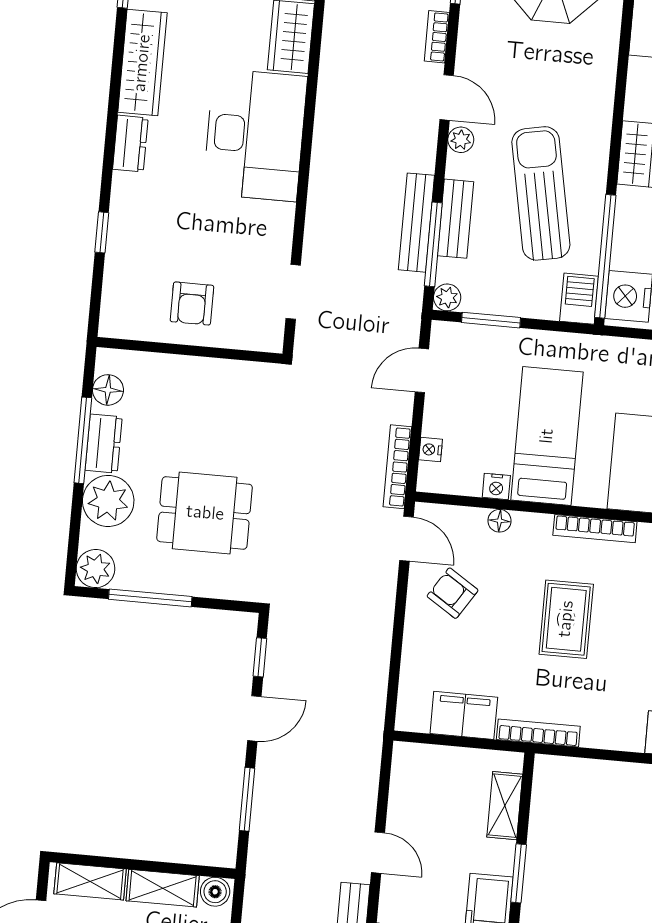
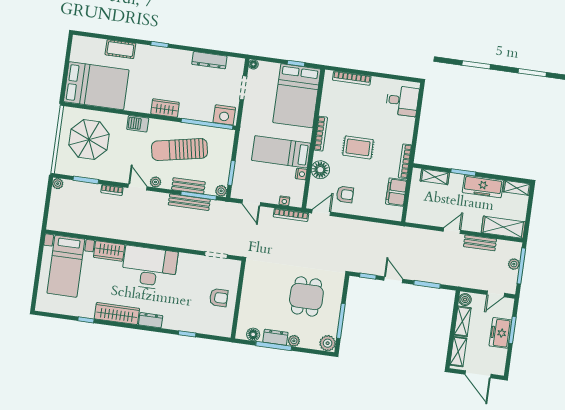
door: (447, 97) -> (138, 187), hinge flipped
barbecue: (579, 299) -> (138, 124), moved
plant: (108, 501) -> (294, 341), width x0.53, depth x0.53
floor lamp: (500, 521) -> (320, 170), width x1.89, depth x1.89
armchair: (453, 593) -> (345, 194), turned -123

